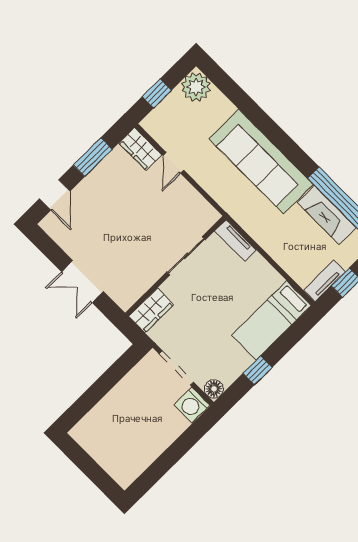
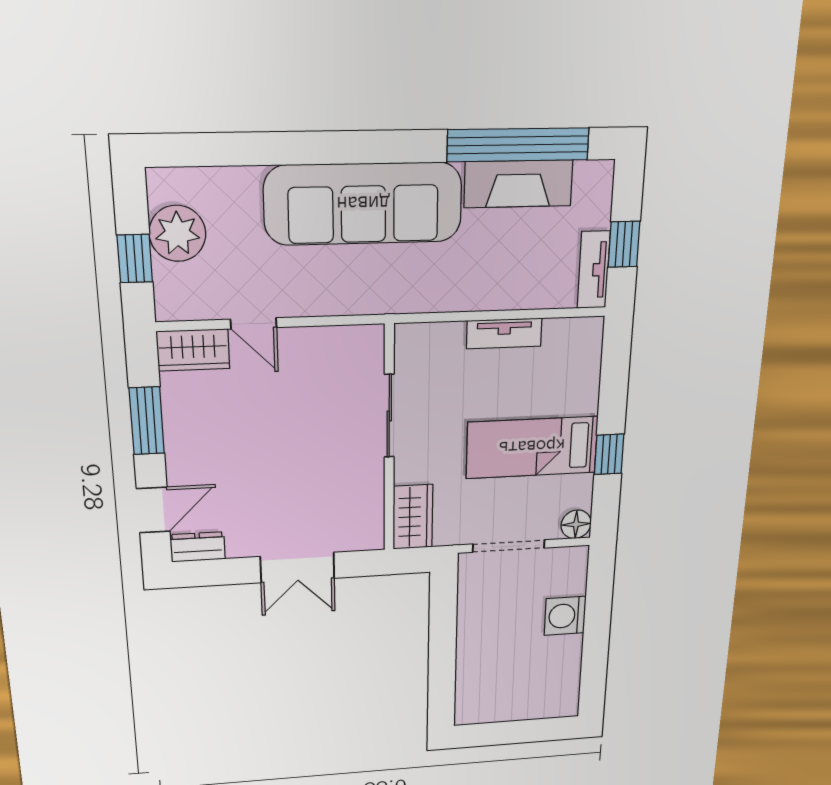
plant: (196, 87) -> (177, 233), moved
door: (55, 195) -> (153, 510), hinge flipped
dresser: (54, 229) -> (198, 547), added
tv unit: (235, 240) -> (504, 333), moved
bed: (271, 320) -> (532, 447), moved, turned 90
washing machine: (192, 405) -> (565, 616), moved, turned 90

